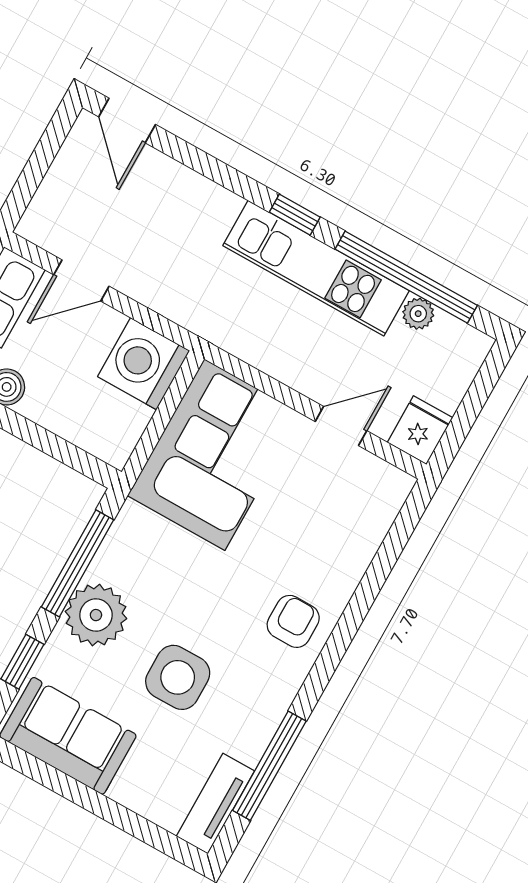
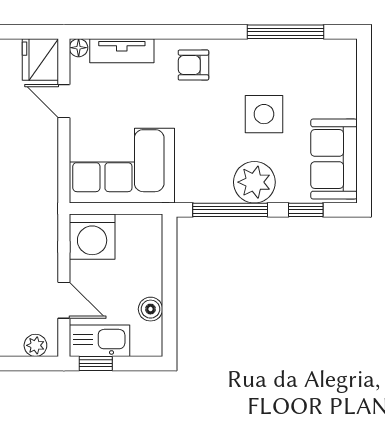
plant: (43, 211) -> (35, 345), added
fridge: (420, 430) -> (40, 59), width x1.38
floor lamp: (400, 484) -> (79, 48), added
tv unit: (215, 804) -> (122, 51), moved

